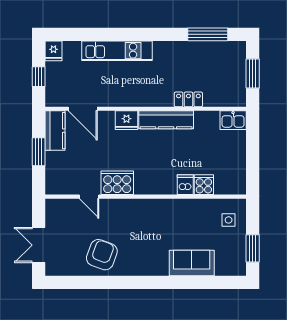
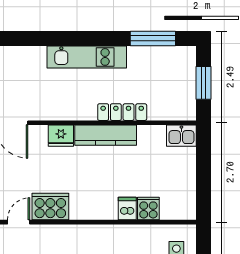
kitchen unit: (117, 51) -> (87, 57), moved
locker: (188, 99) -> (122, 112), width x1.53
door: (89, 197) -> (19, 222), swing flipped

